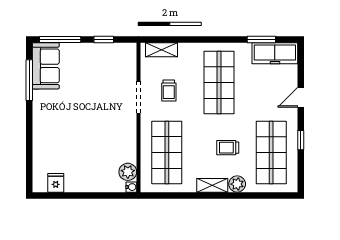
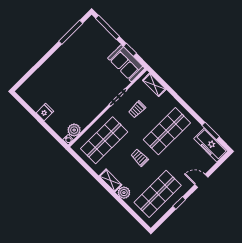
sofa: (46, 66) -> (126, 63), moved, turned 90
trolley: (228, 148) -> (140, 158), moved
fridge: (56, 183) -> (45, 112), moved

